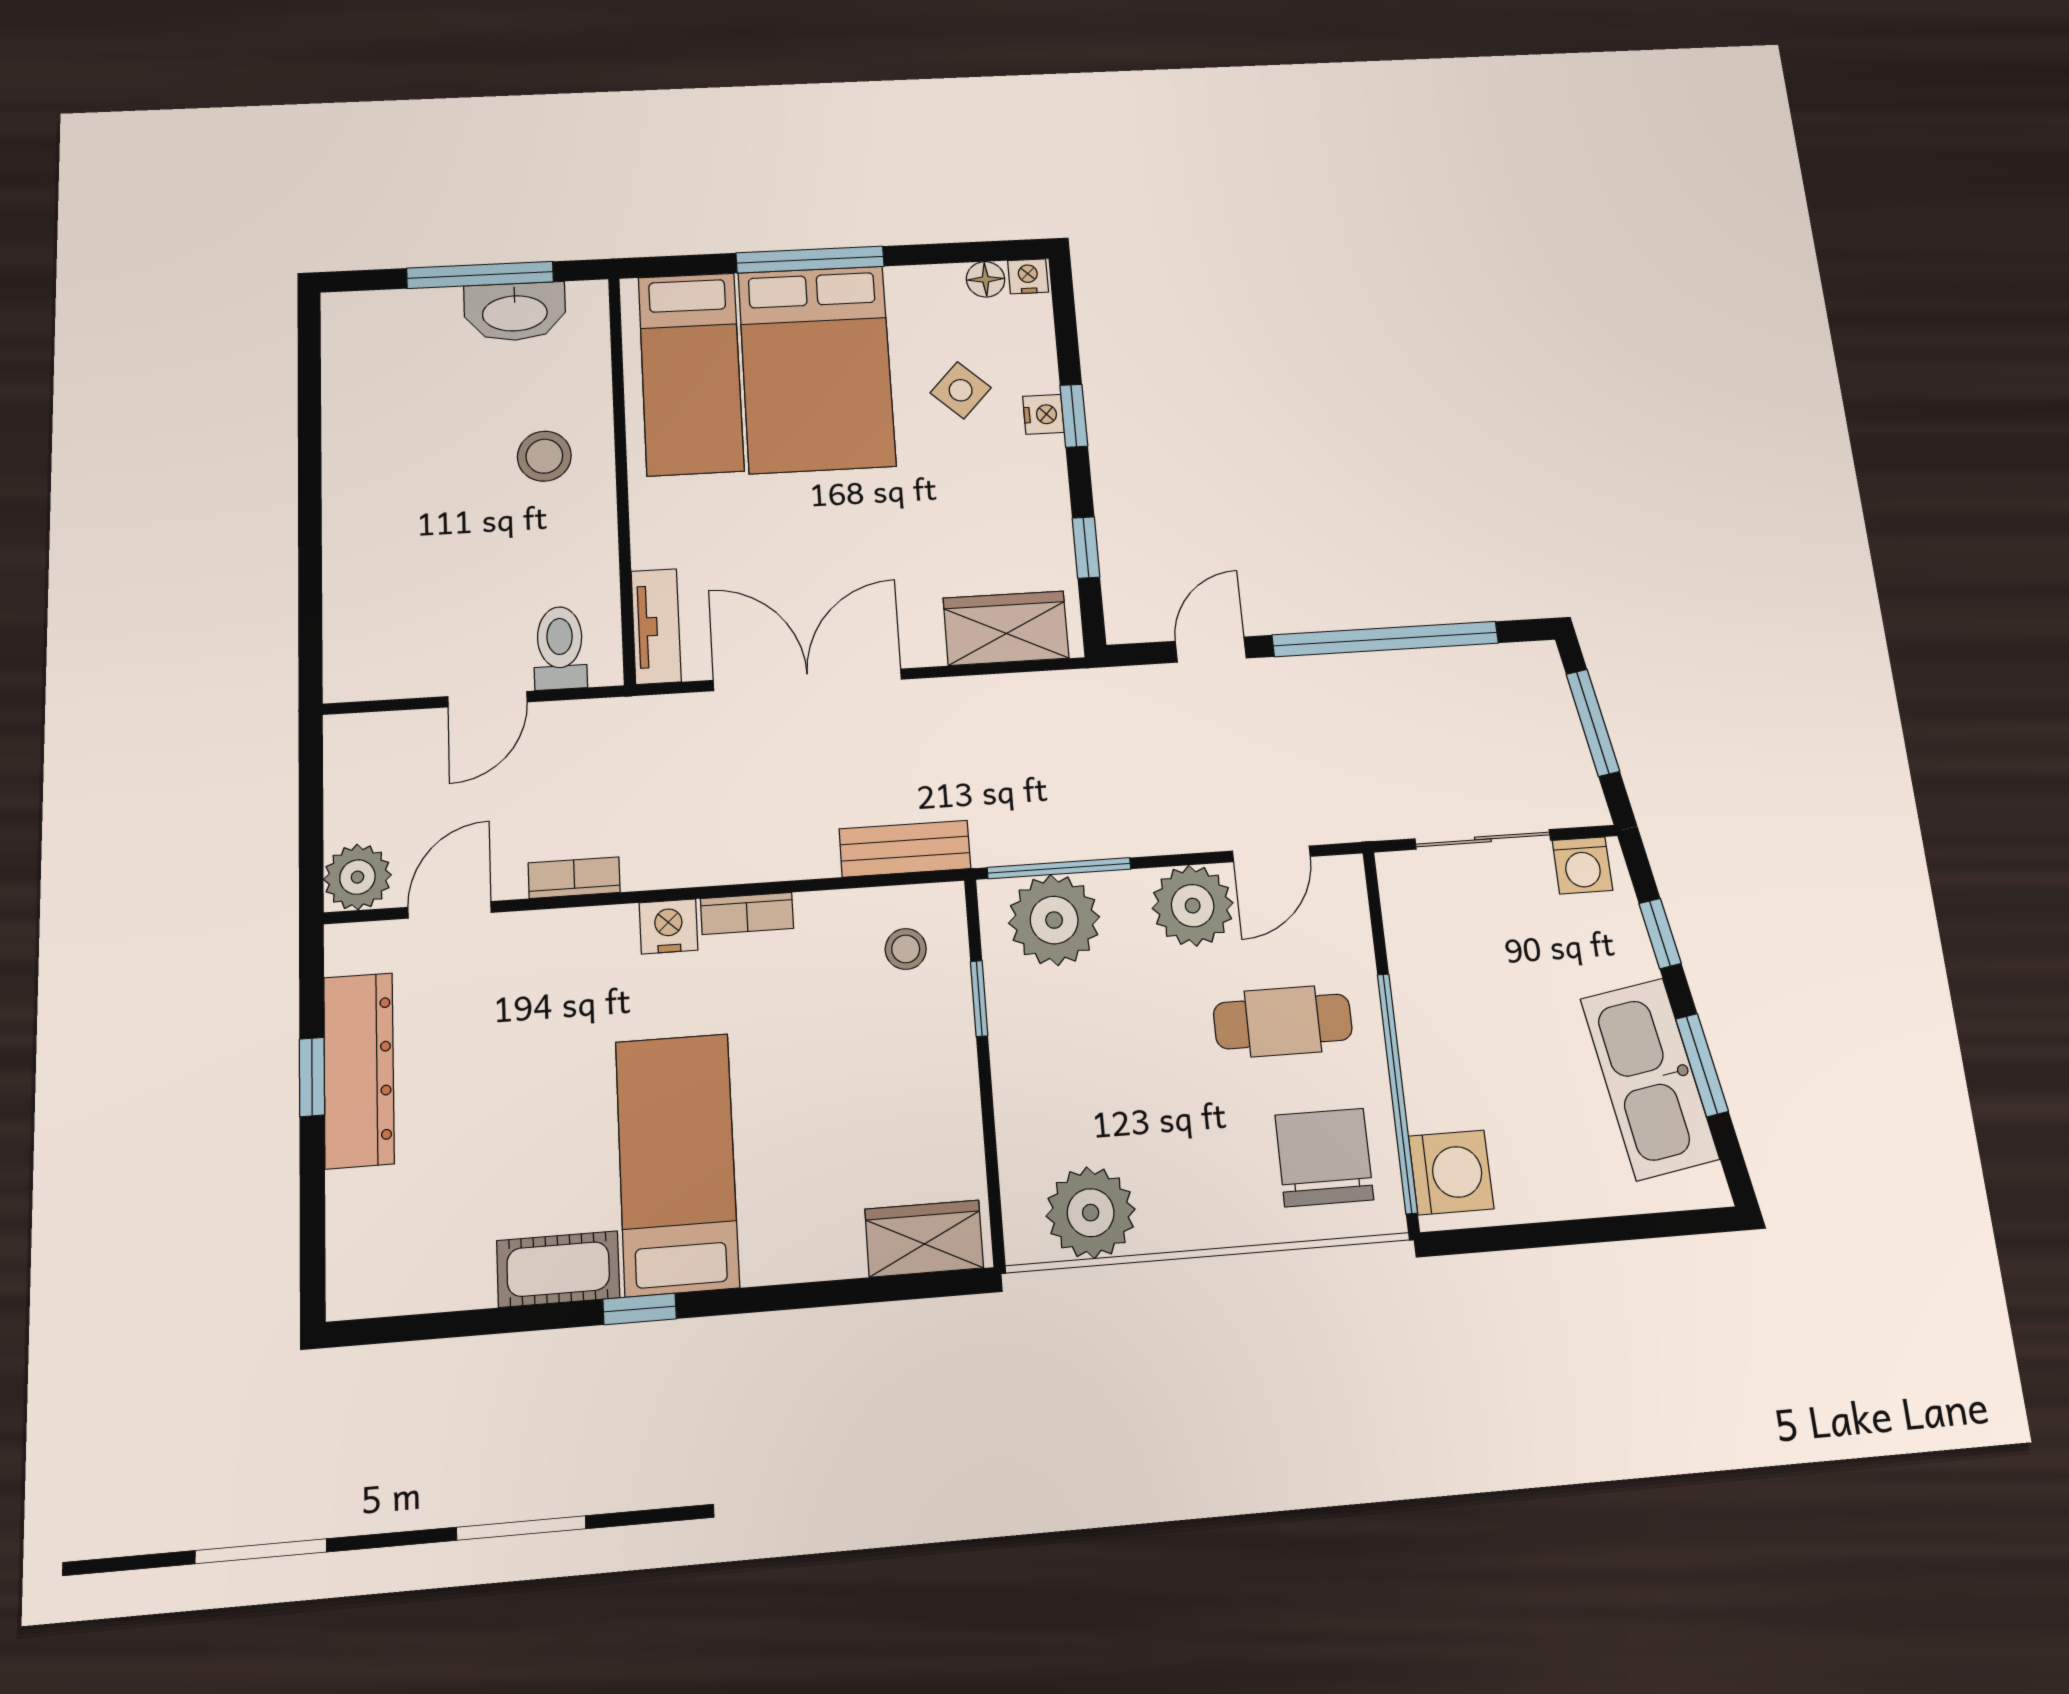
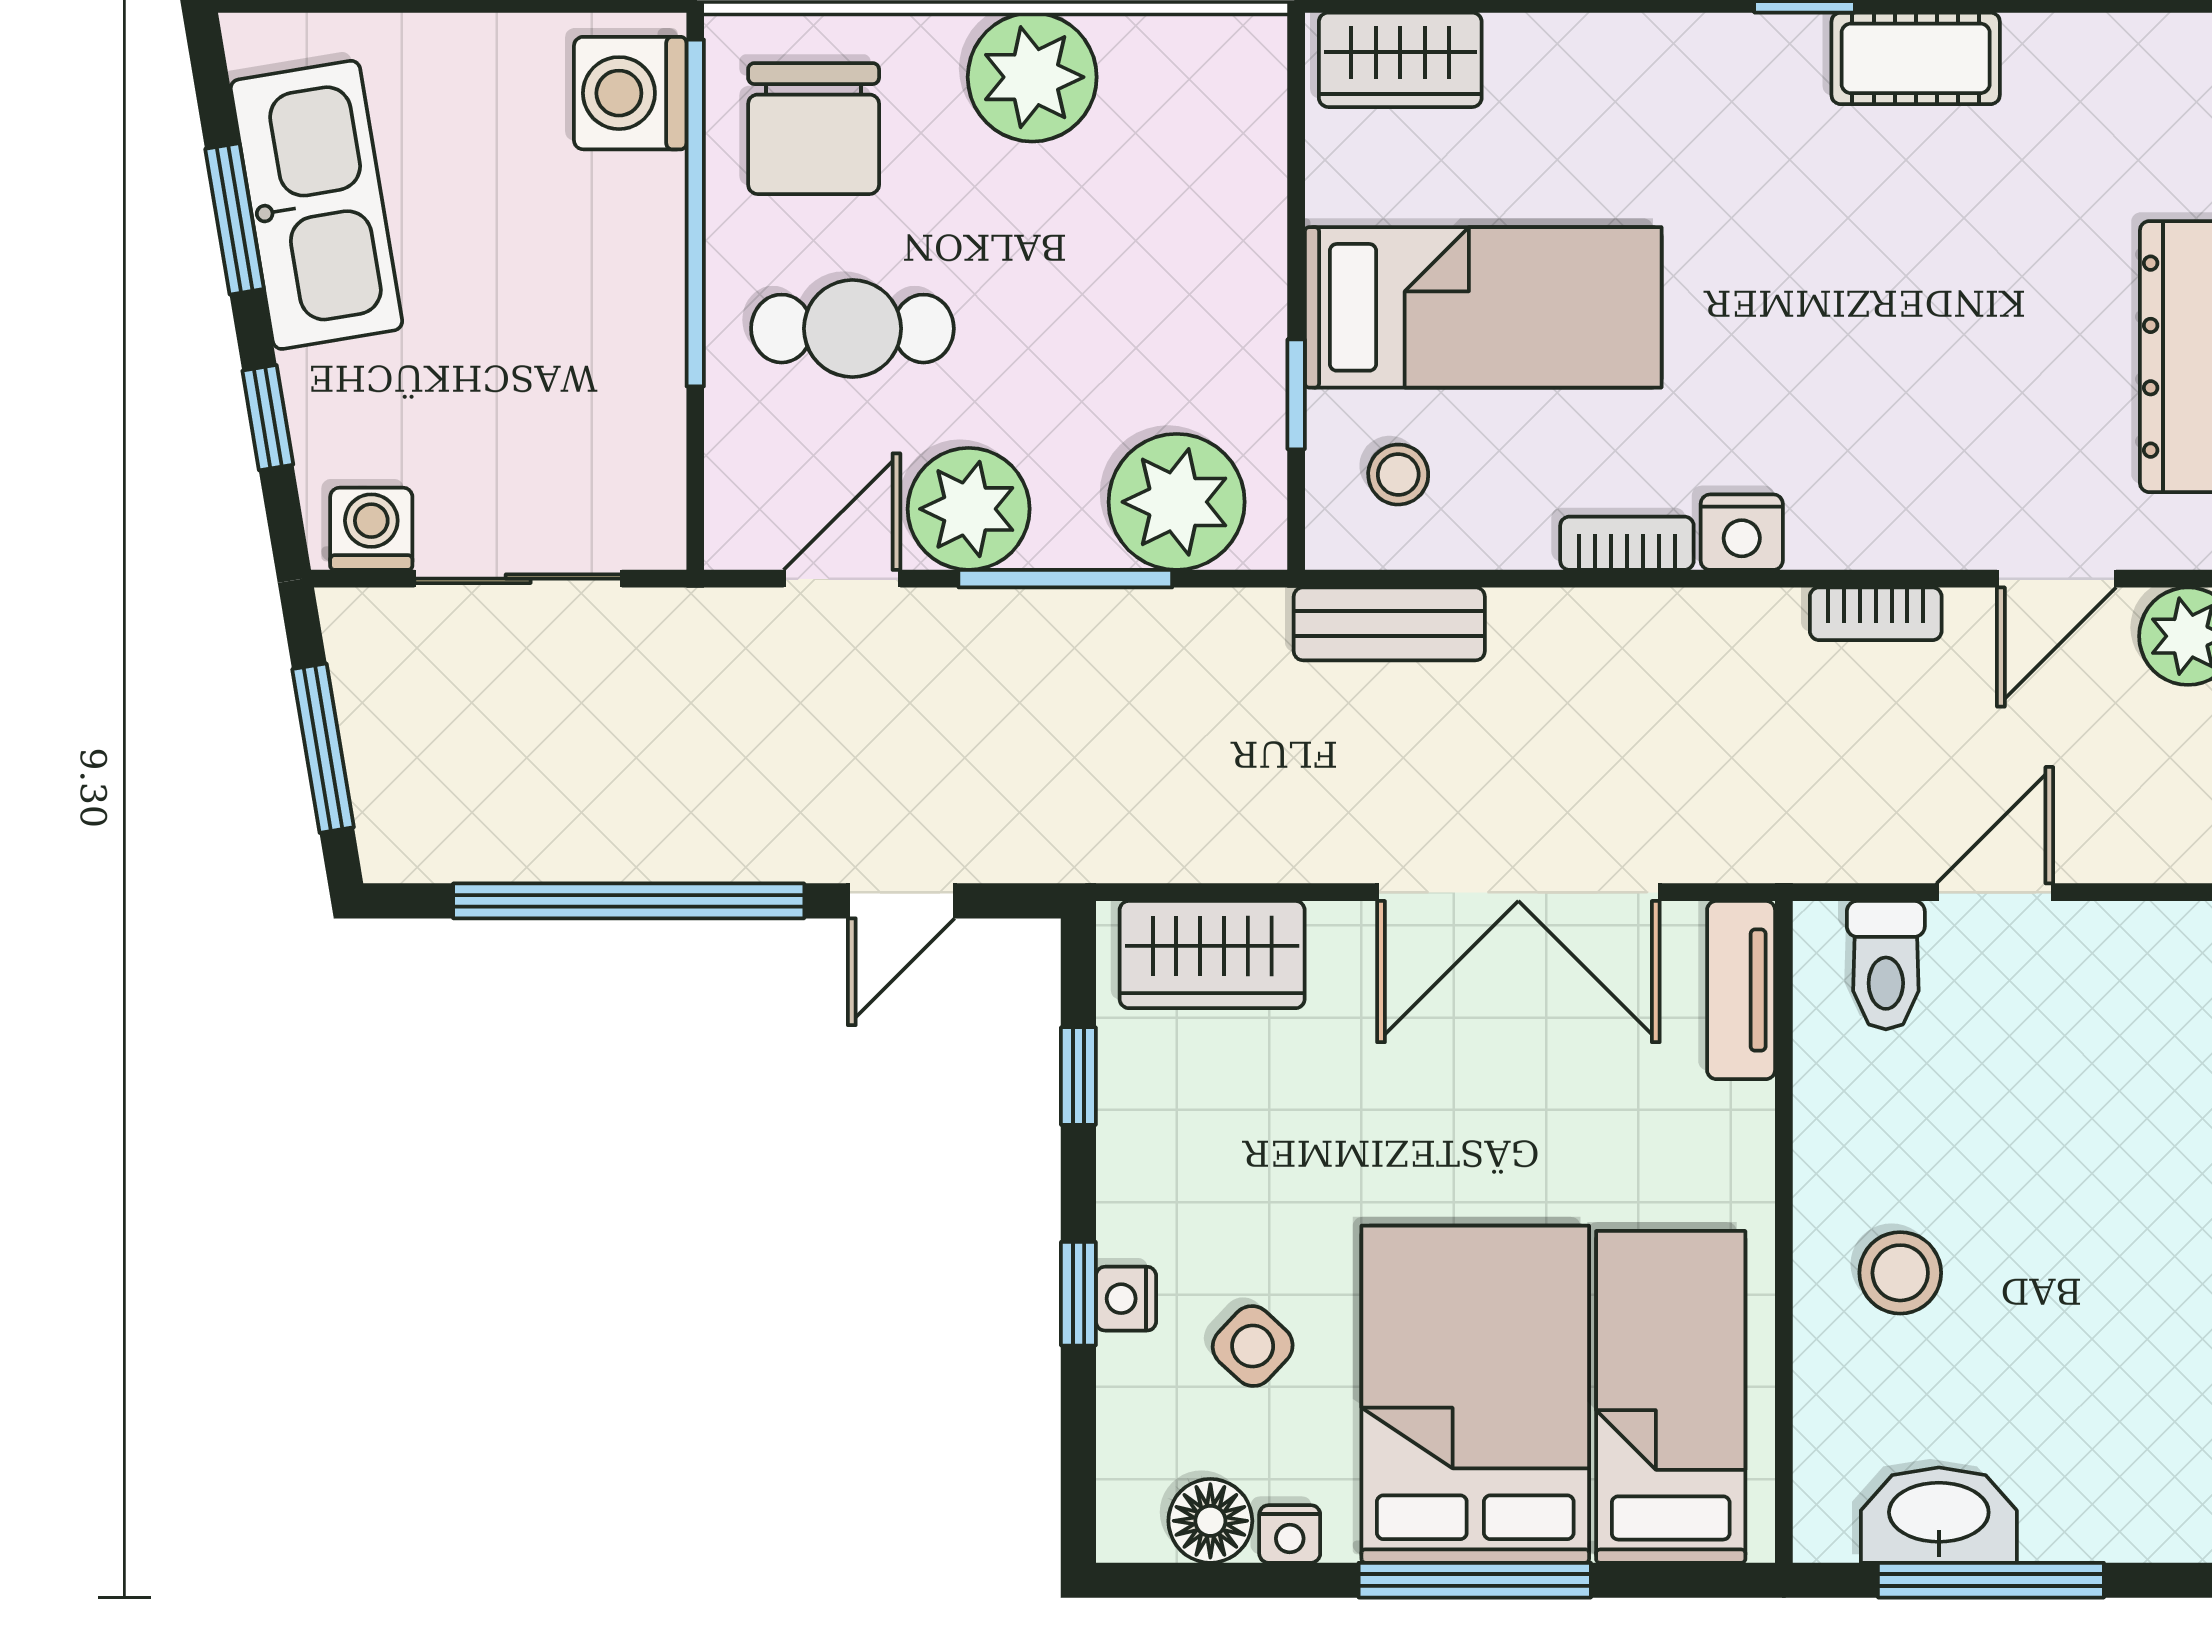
nightstand: (1028, 276) -> (1290, 1534), moved
floor lamp: (986, 279) -> (1210, 1521), width x1.37, depth x1.37
window: (1059, 868) -> (1065, 579), moved
bed: (677, 1164) -> (1483, 307), moved, turned -90
plant: (1091, 1213) -> (1032, 77), moved

